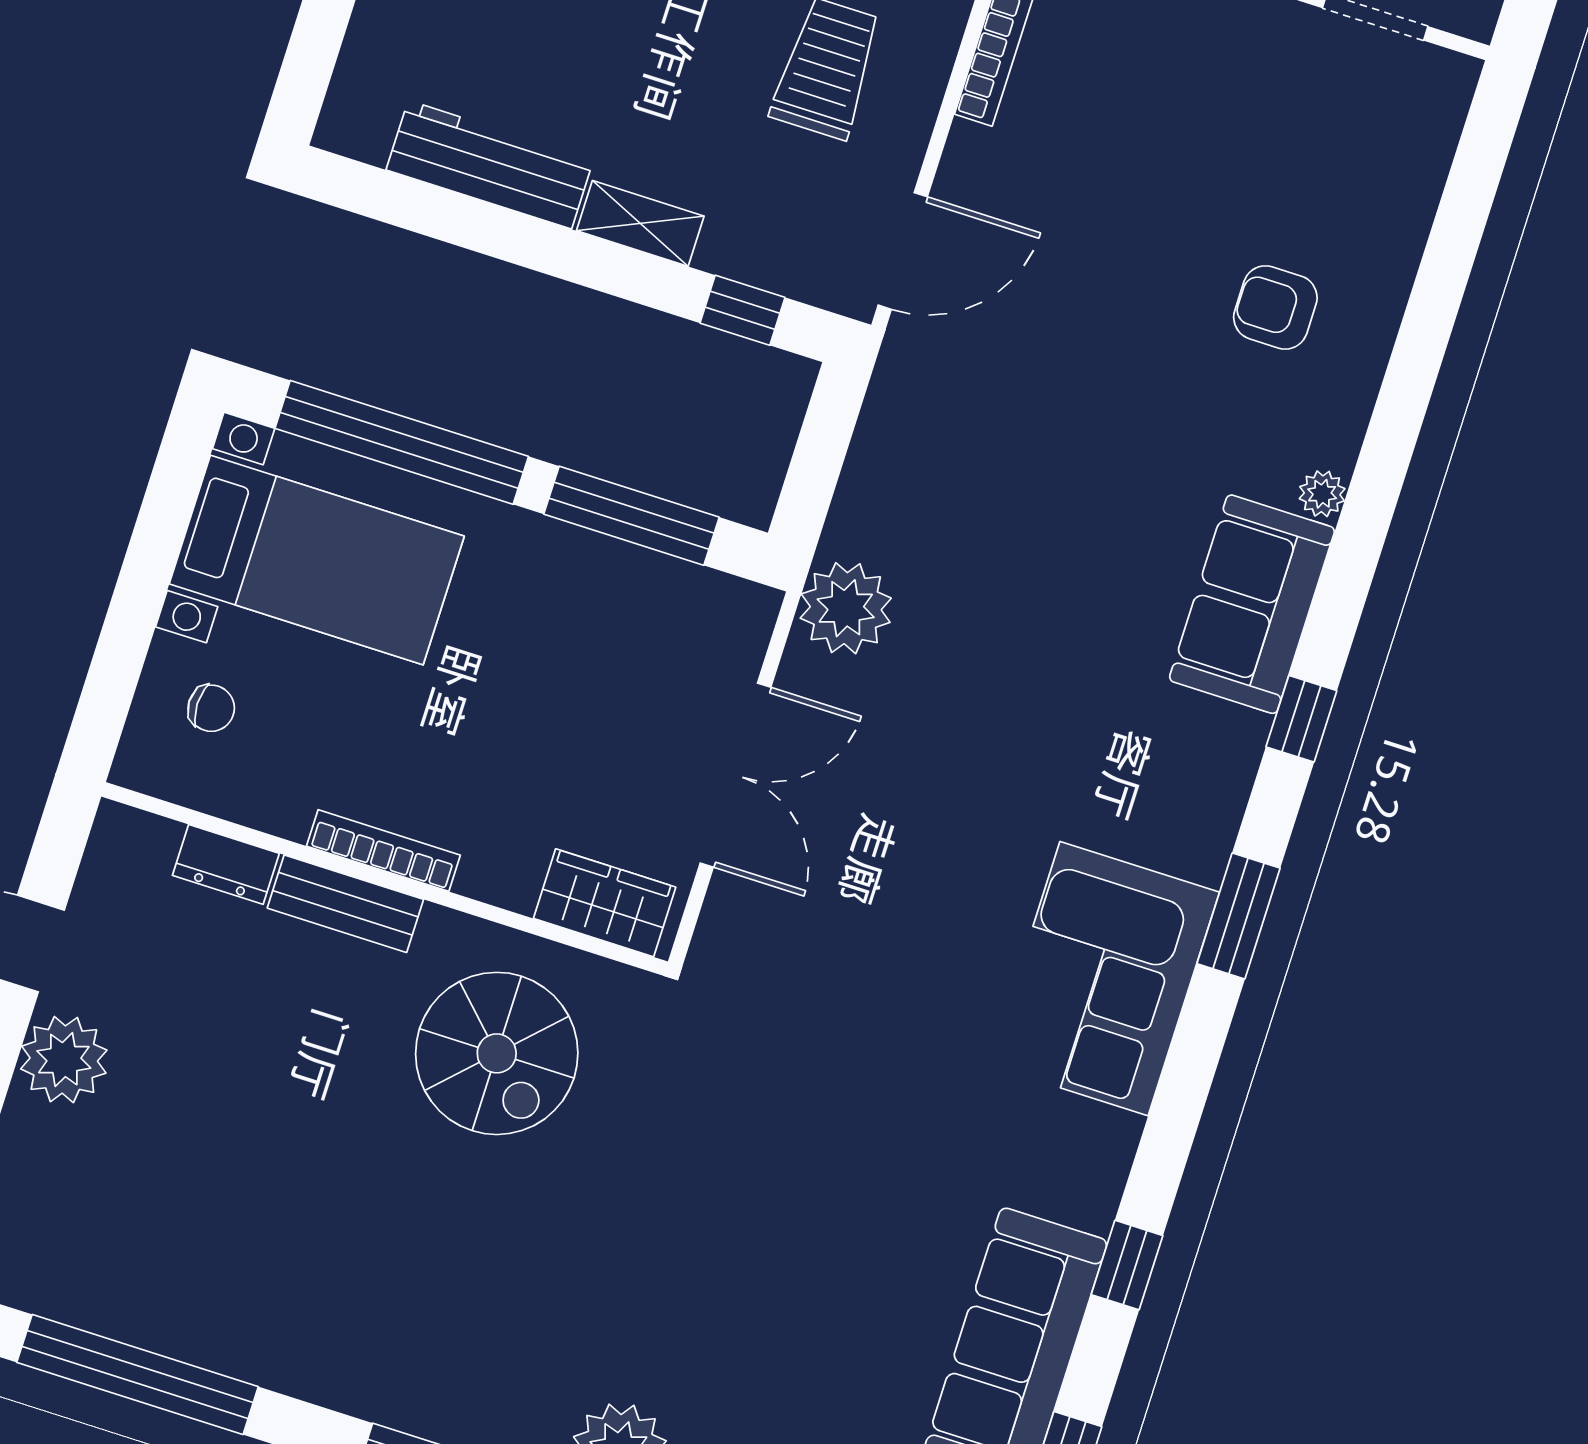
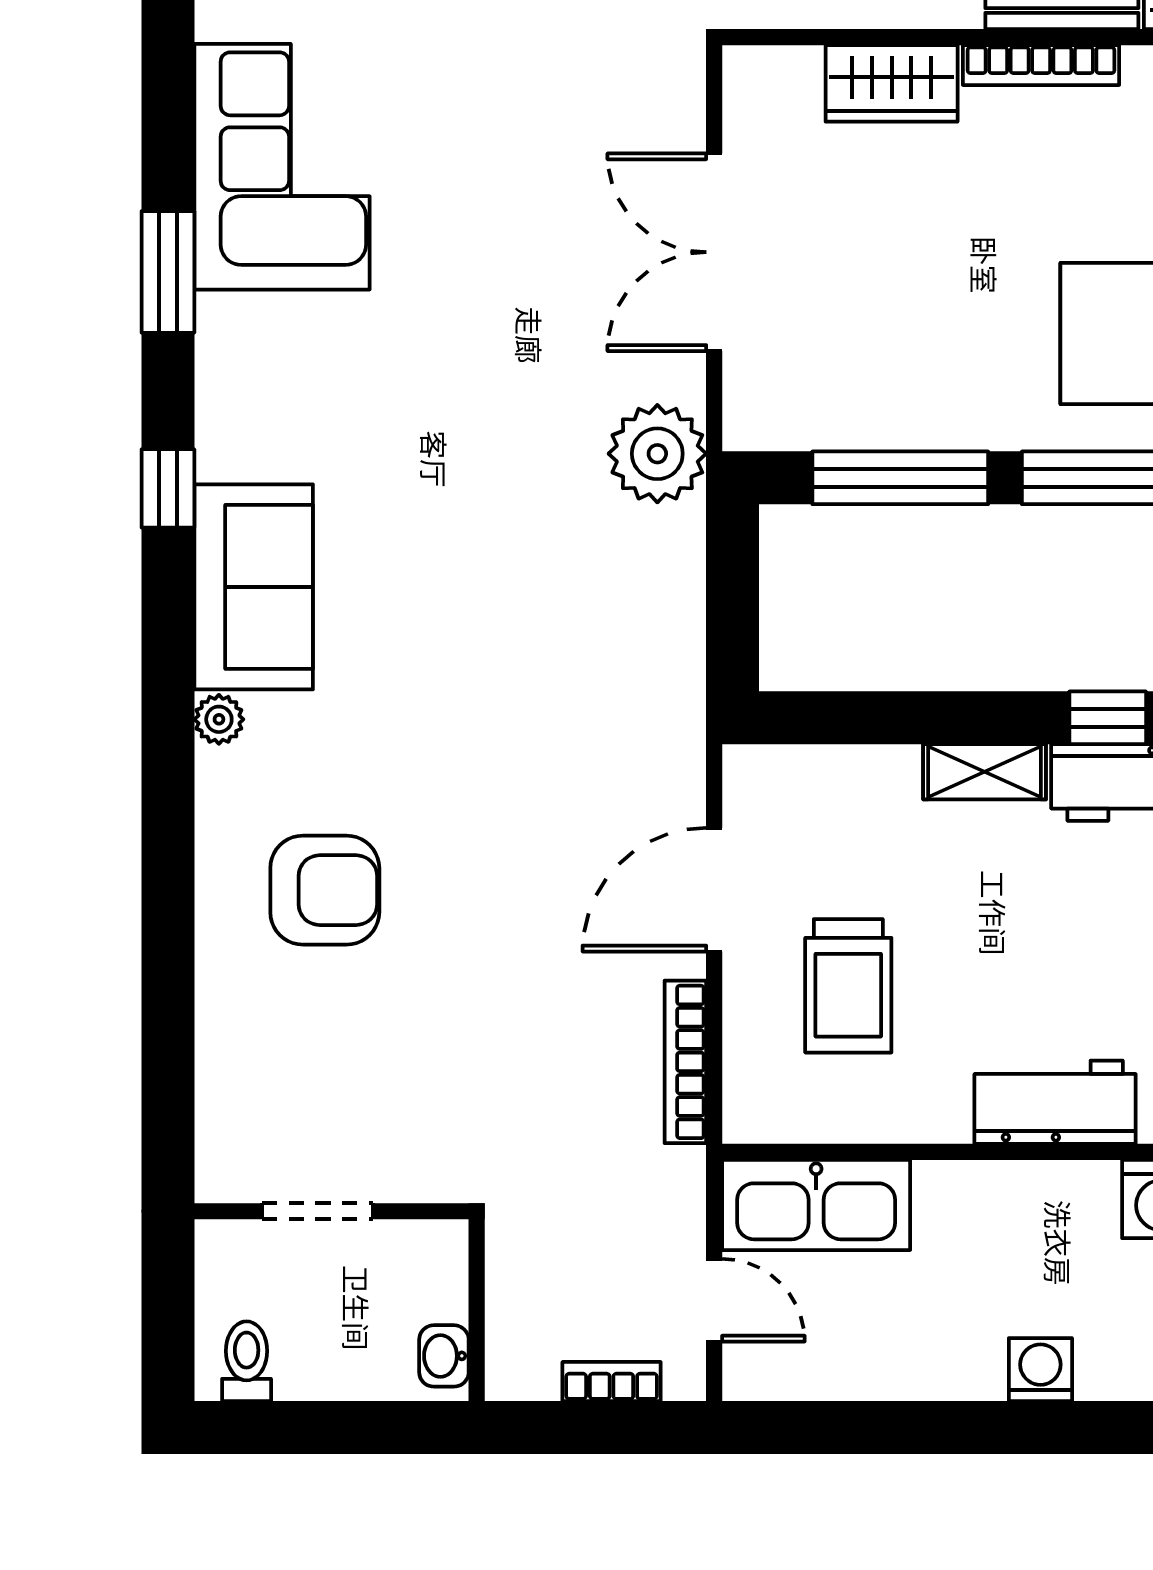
door: (903, 251) -> (714, 890), moved
armchair: (1275, 307) -> (325, 890), width x1.38, depth x1.38
window: (743, 310) -> (1108, 718), moved
wardrobe: (605, 903) -> (892, 83), moved

